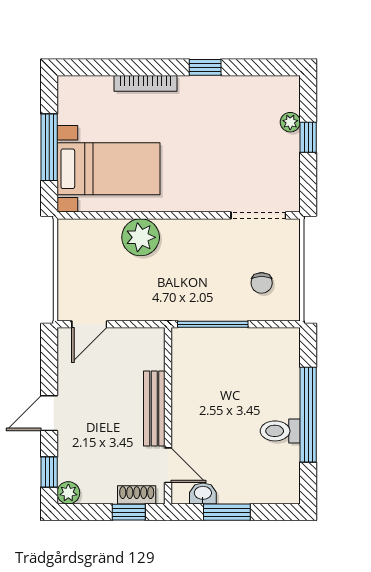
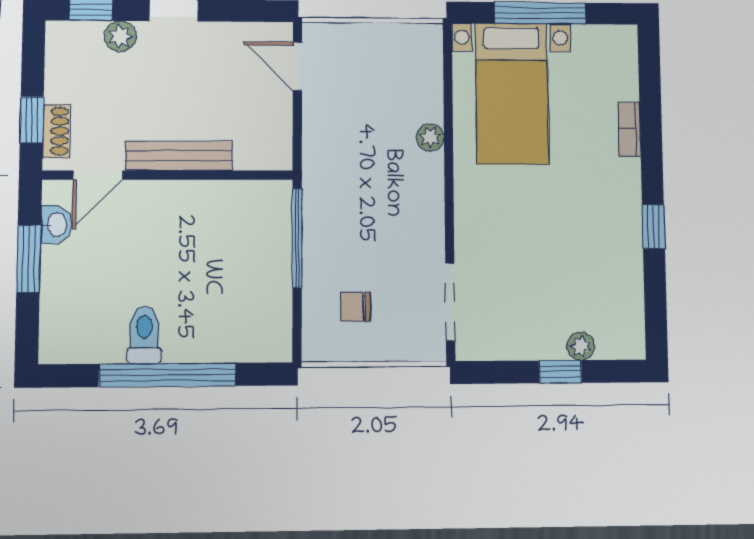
bookcase: (146, 83) -> (629, 129), width x0.64
plant: (141, 237) -> (430, 137), width x0.53, depth x0.53
plant: (68, 493) -> (120, 36), moved

